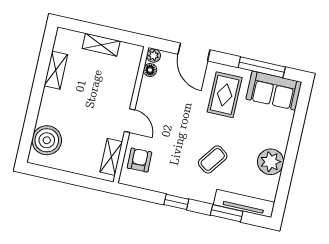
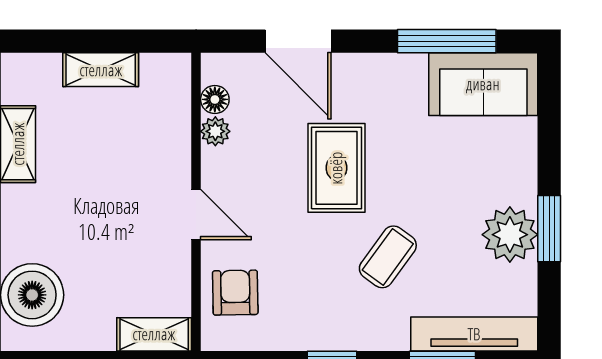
plant: (154, 56) -> (215, 131), moved
rug: (225, 95) -> (336, 168), moved
shelving: (111, 157) -> (154, 334), moved, turned 90
window: (289, 163) -> (549, 229), added

